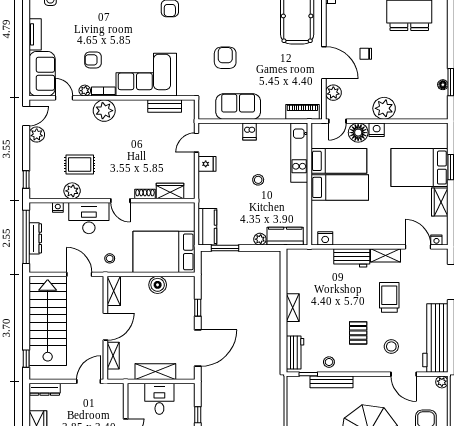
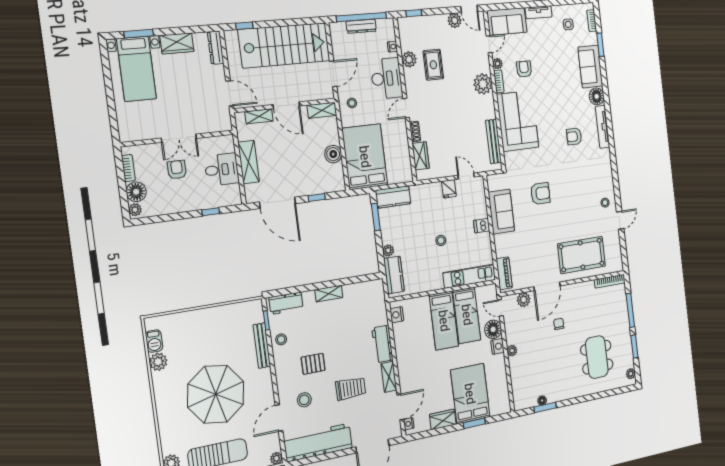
bench: (165, 106) -> (494, 141), width x1.36
plant: (384, 108) -> (512, 351), width x0.53, depth x0.53

